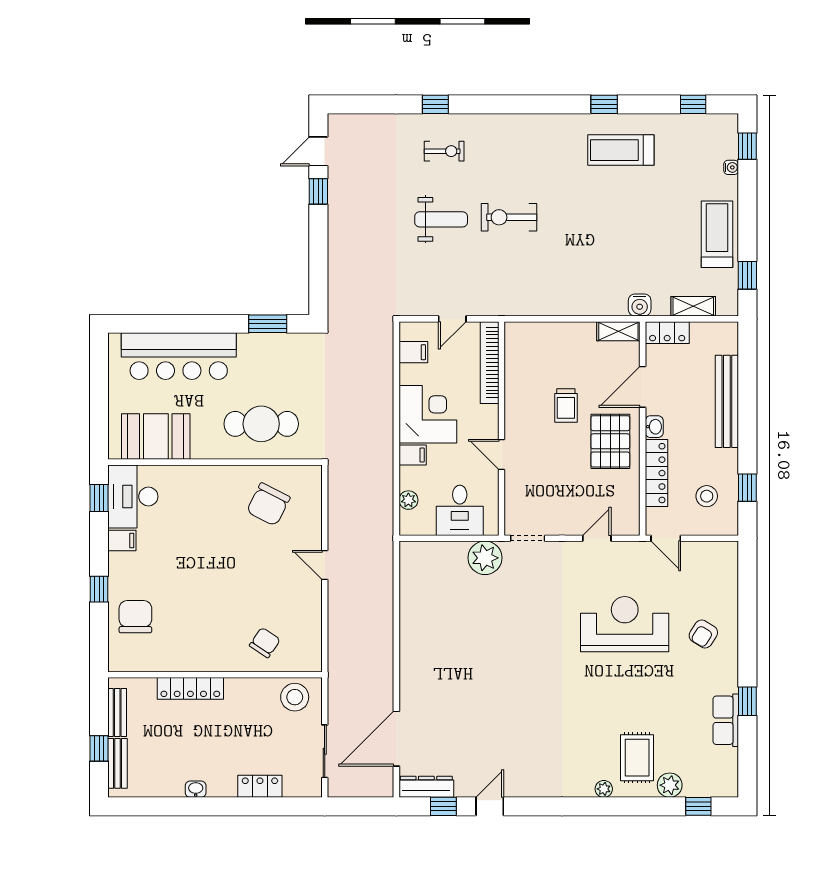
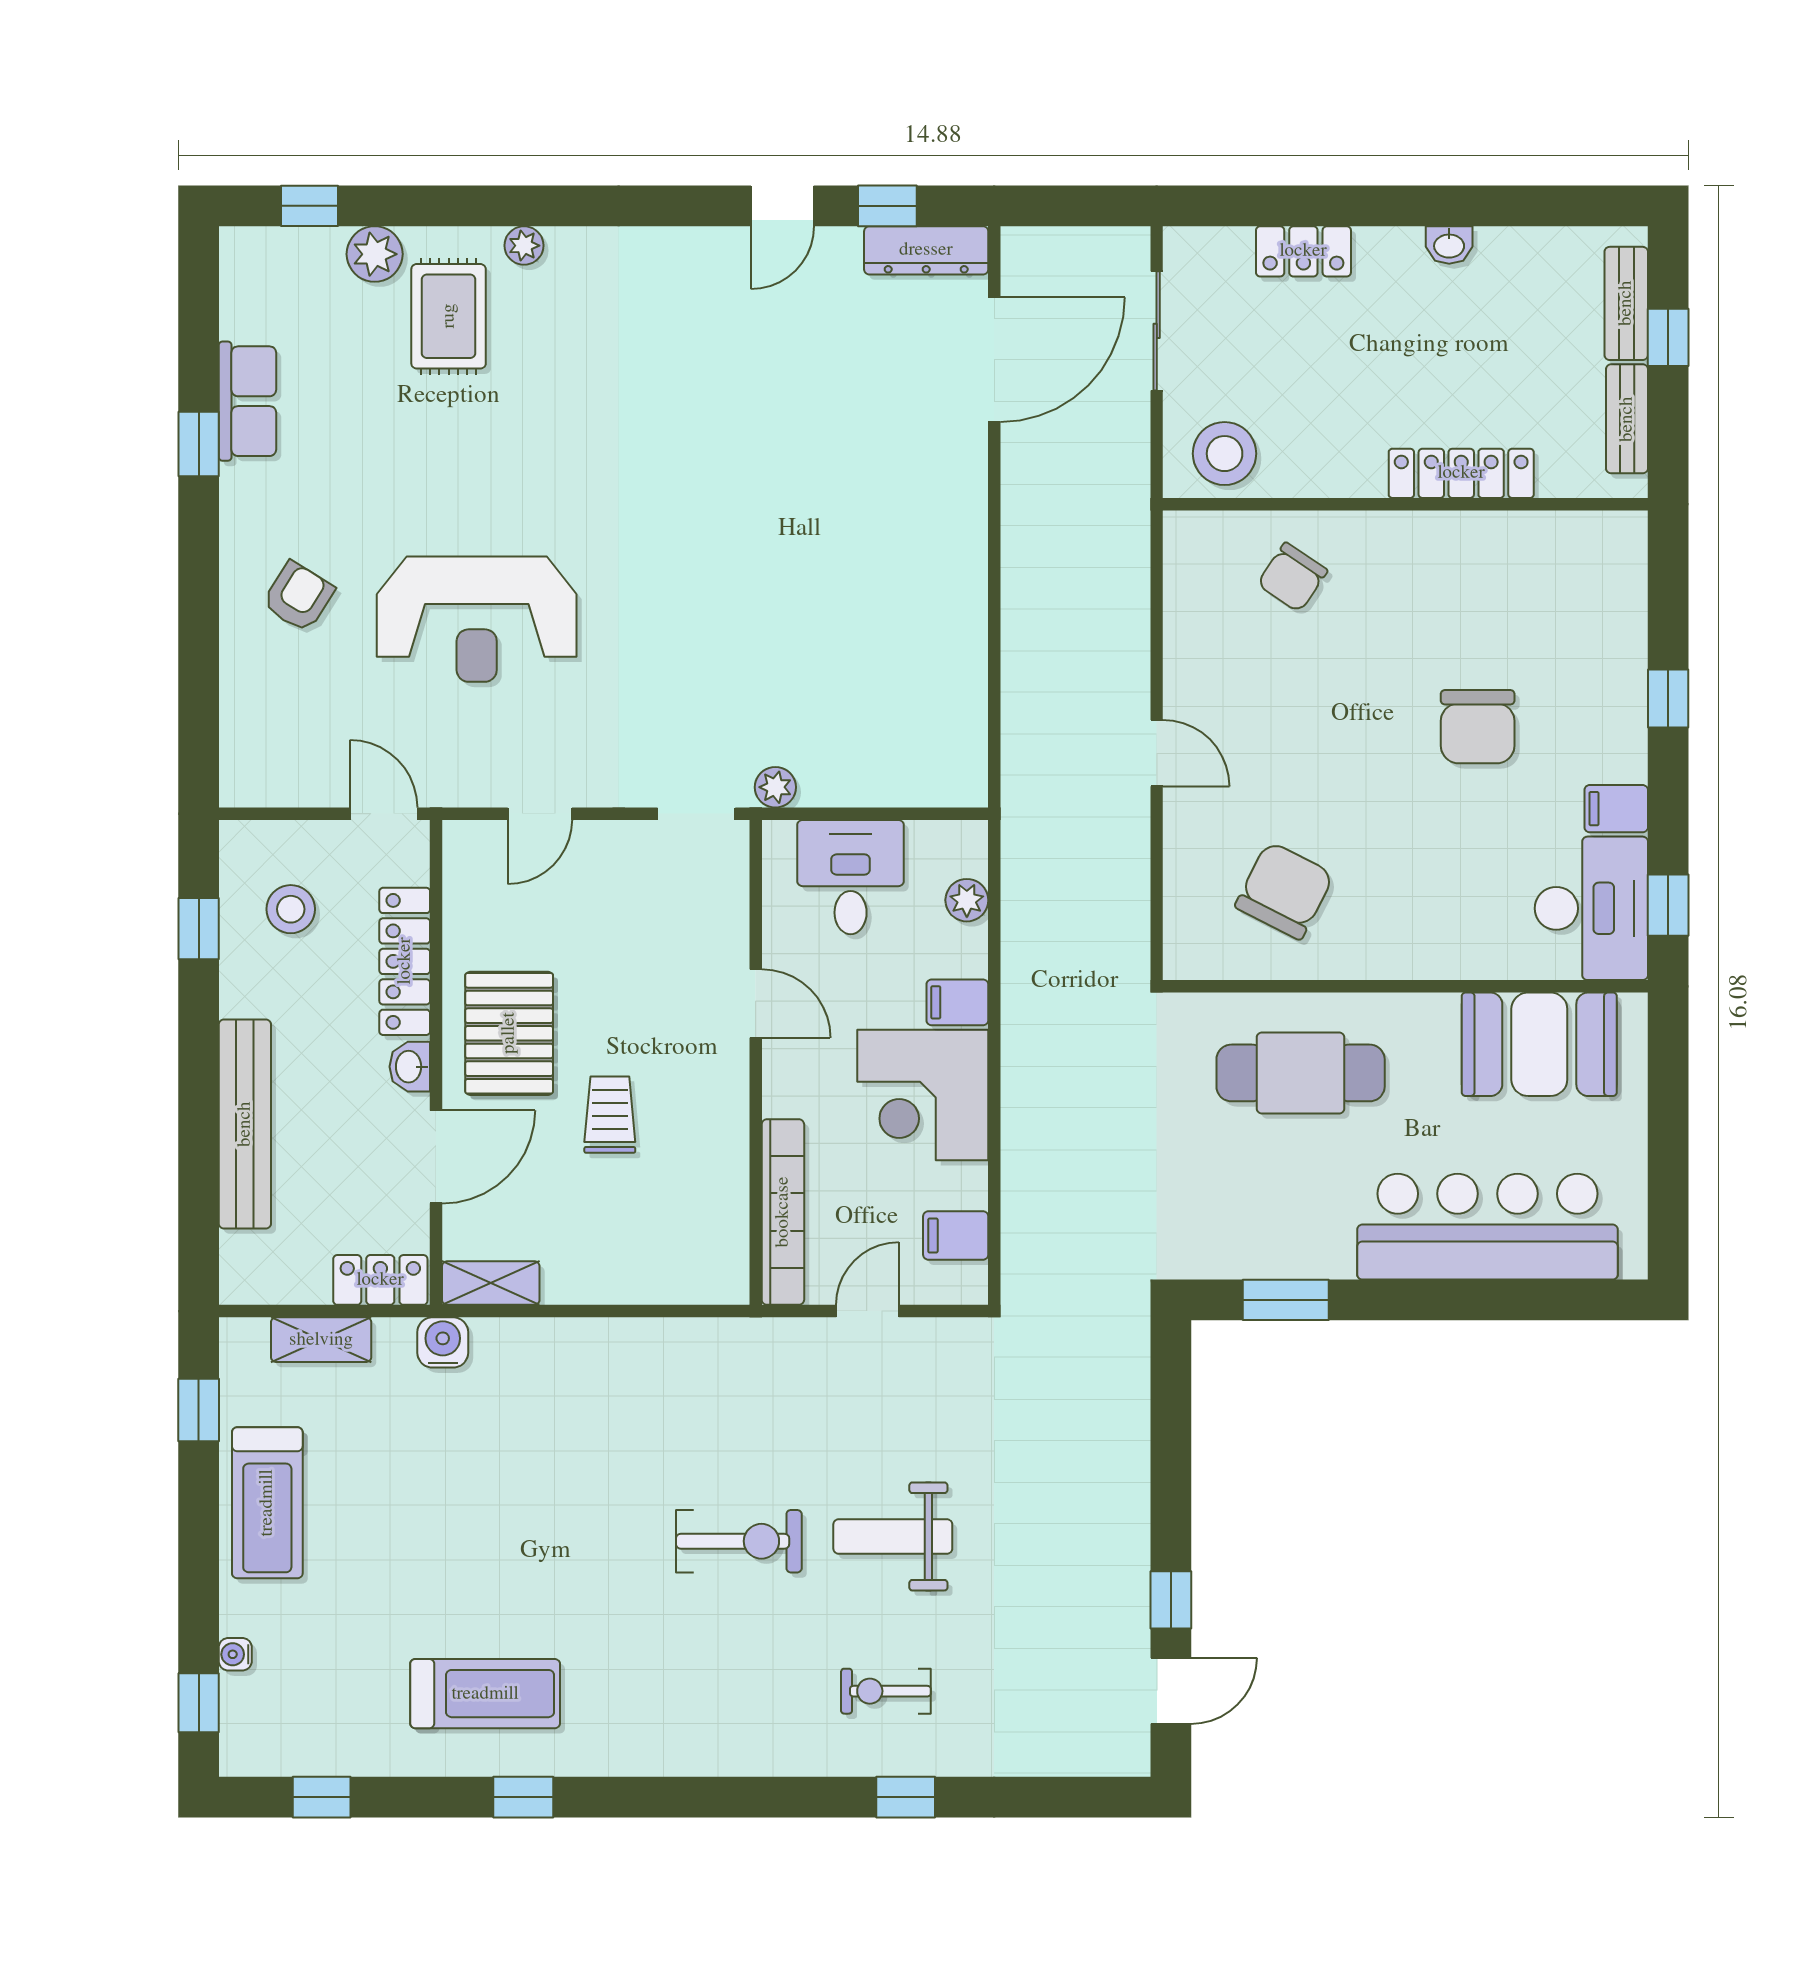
plant: (485, 558) -> (775, 787), width x0.53, depth x0.53
chair: (135, 617) -> (1478, 727), moved

